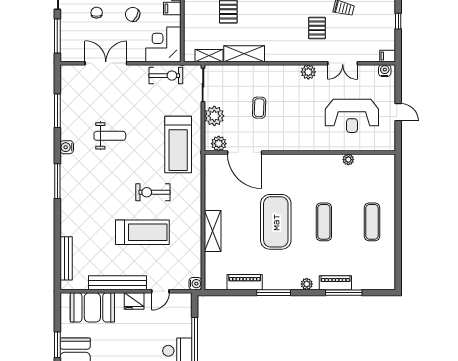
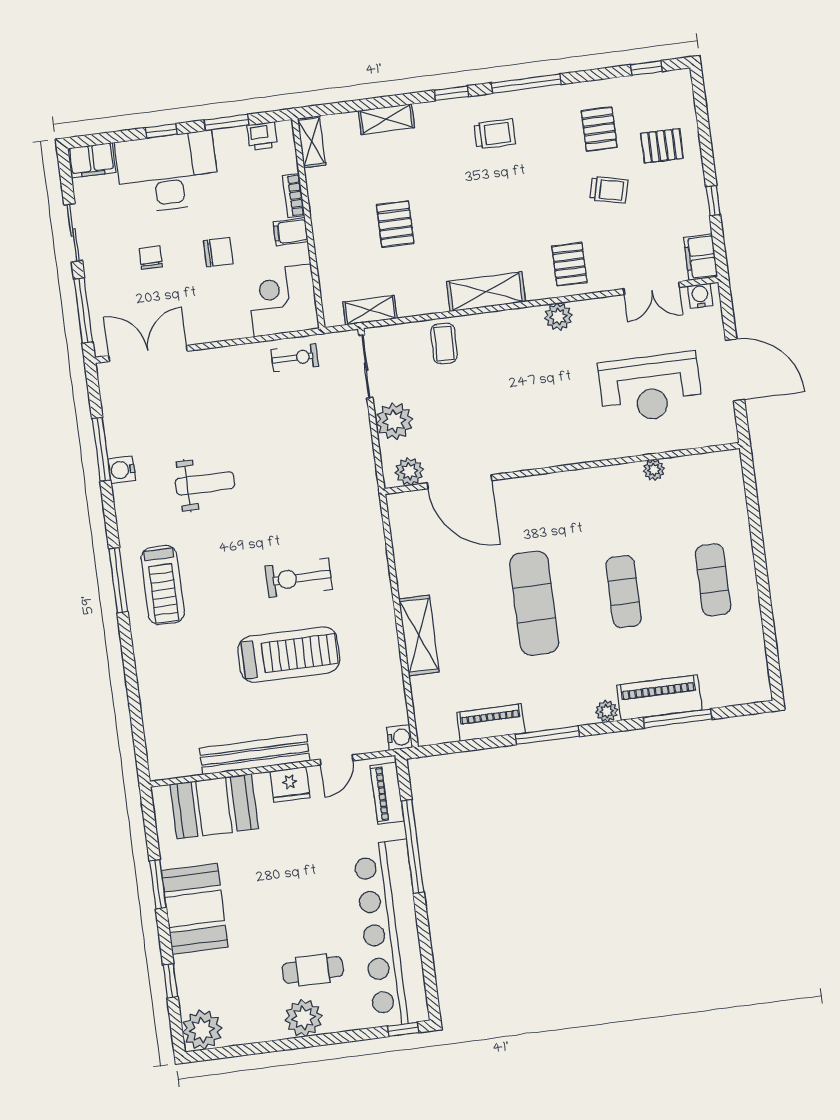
chair: (133, 14) -> (218, 252), turned 152
pallet: (317, 28) -> (569, 264), moved
shelving: (244, 54) -> (486, 292), moved
filing cabinet: (388, 56) -> (701, 257), width x2.00
double door: (106, 63) -> (148, 353), moved
double door: (343, 63) -> (651, 288), moved
exercise bike: (166, 76) -> (295, 358), width x0.73, depth x0.72
coffee table: (259, 108) -> (444, 343), moved
door: (398, 112) -> (735, 370), width x1.88
treadmill: (178, 145) -> (163, 585), moved, width x0.73, depth x0.73
water cooler: (67, 147) -> (122, 470), moved
exercise mat: (276, 222) -> (534, 603), width x0.68
bench: (66, 258) -> (153, 722), removed
piano: (335, 283) -> (659, 698), width x1.37, depth x1.33
piano: (185, 312) -> (387, 793), added

